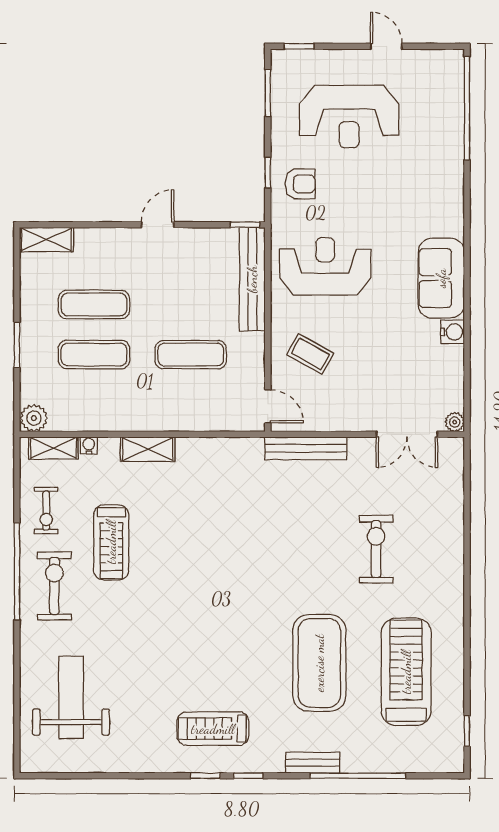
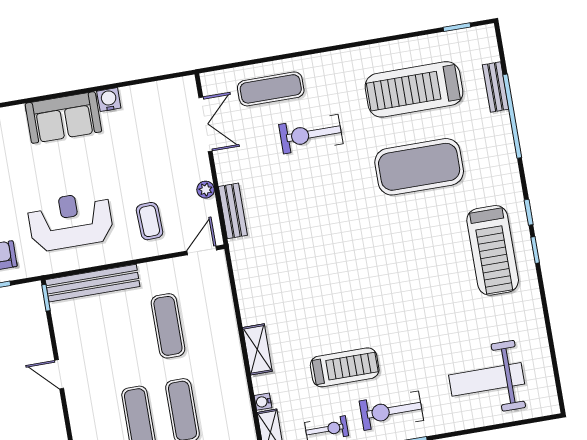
reception desk: (325, 266) -> (70, 221), turned 90
coffee table: (310, 354) -> (150, 221), turned -31
plant: (455, 422) -> (206, 190), moved
bench: (306, 448) -> (233, 211), width x0.73
exercise mat: (434, 513) -> (271, 89), added
treadmill: (213, 729) -> (493, 250), width x1.37, depth x1.38
bench: (313, 763) -> (496, 87), moved

